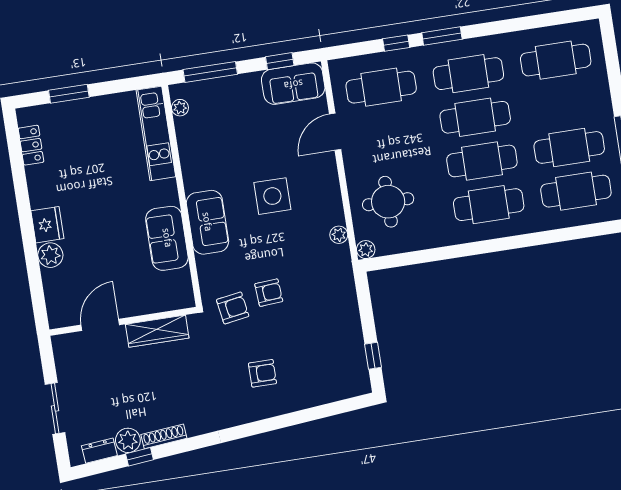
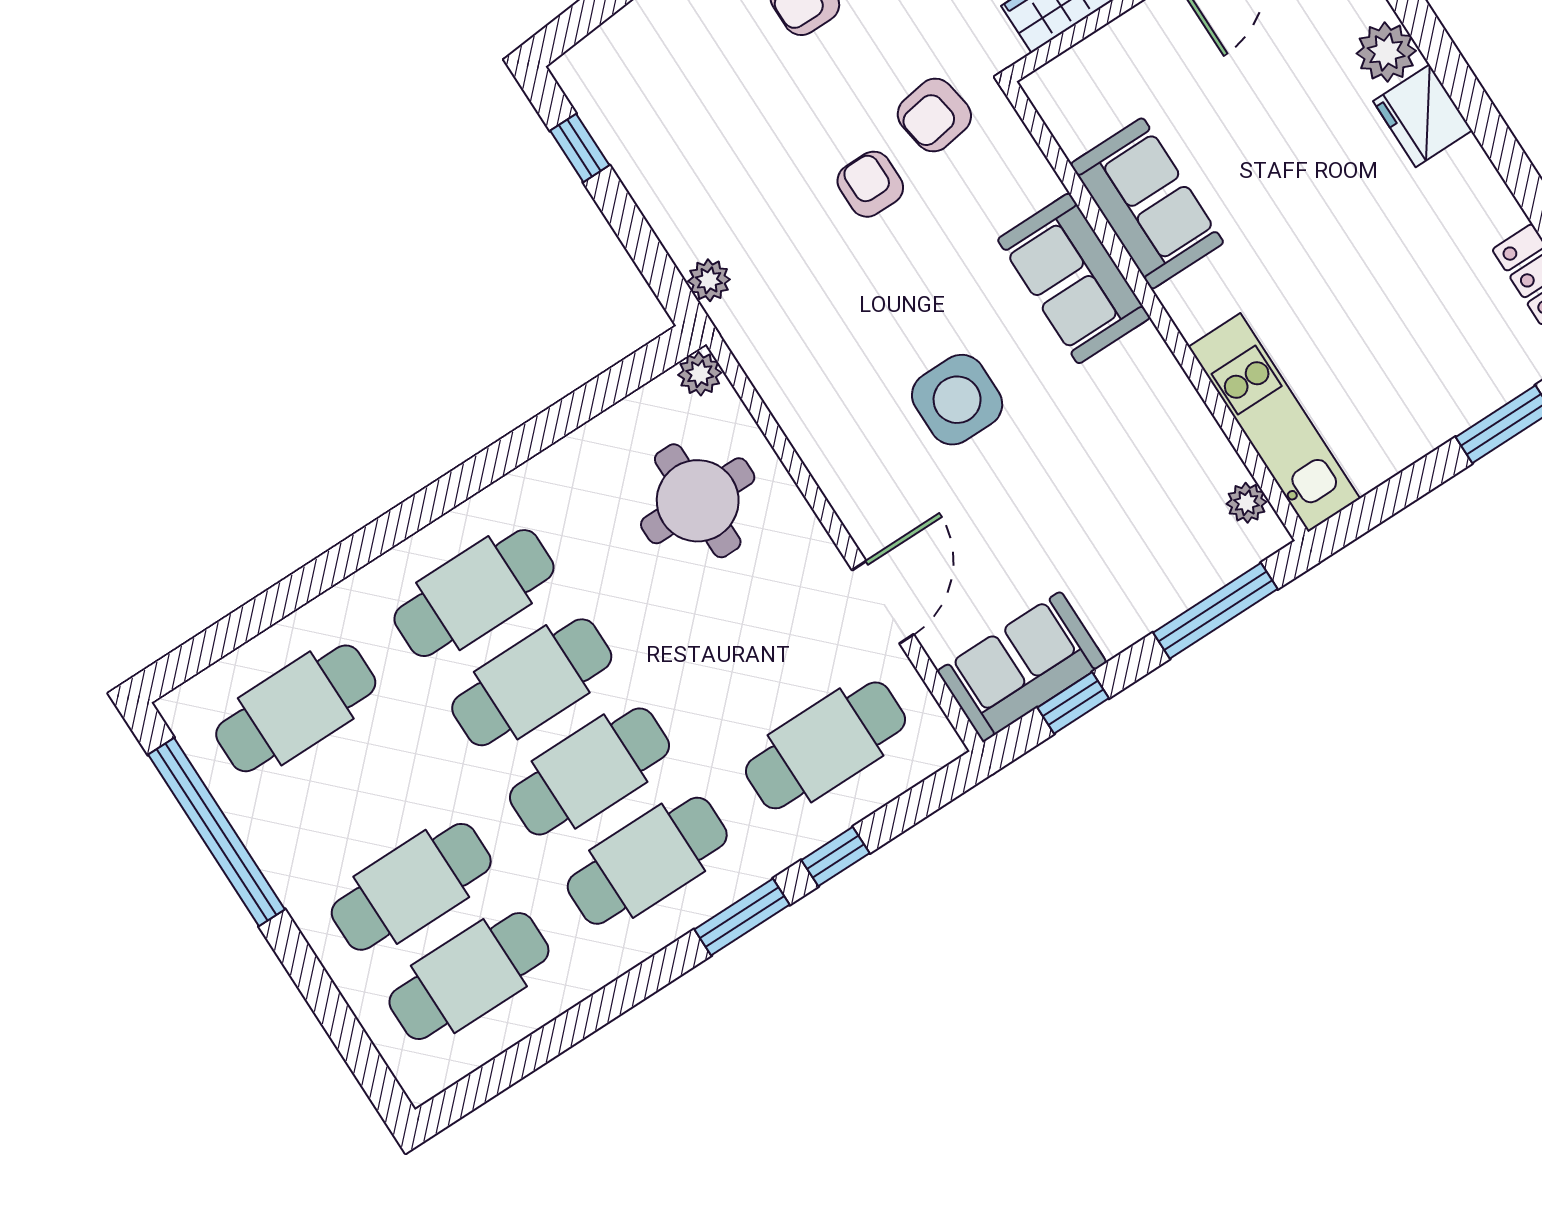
cafe table: (569, 147) -> (411, 887), moved
plant: (339, 235) -> (709, 280), moved
armchair: (269, 293) -> (870, 184), turned 94

